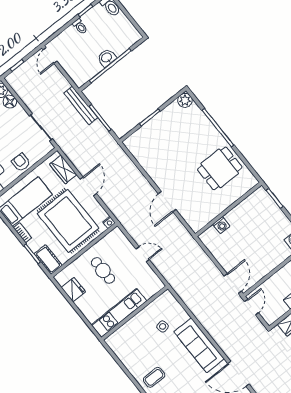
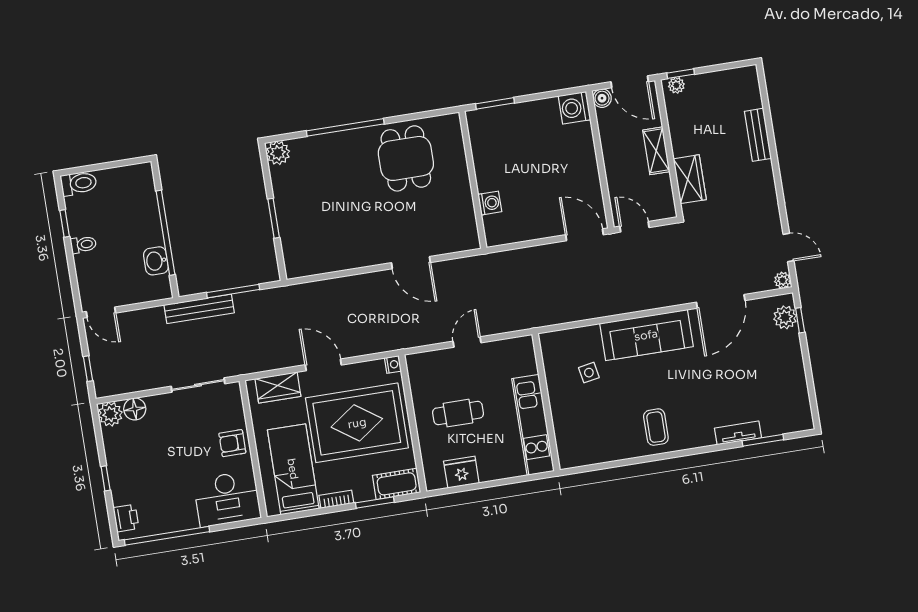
washbasin: (107, 58) -> (156, 261), moved

